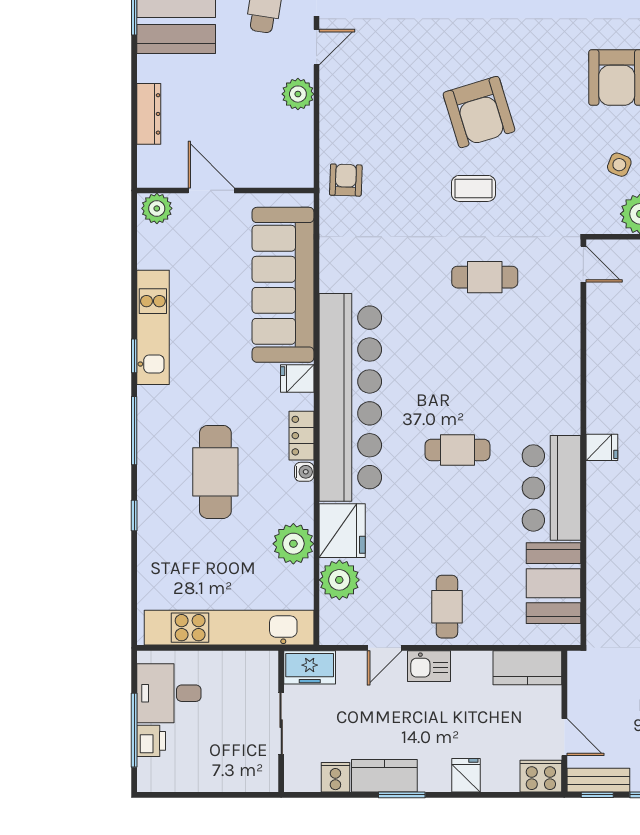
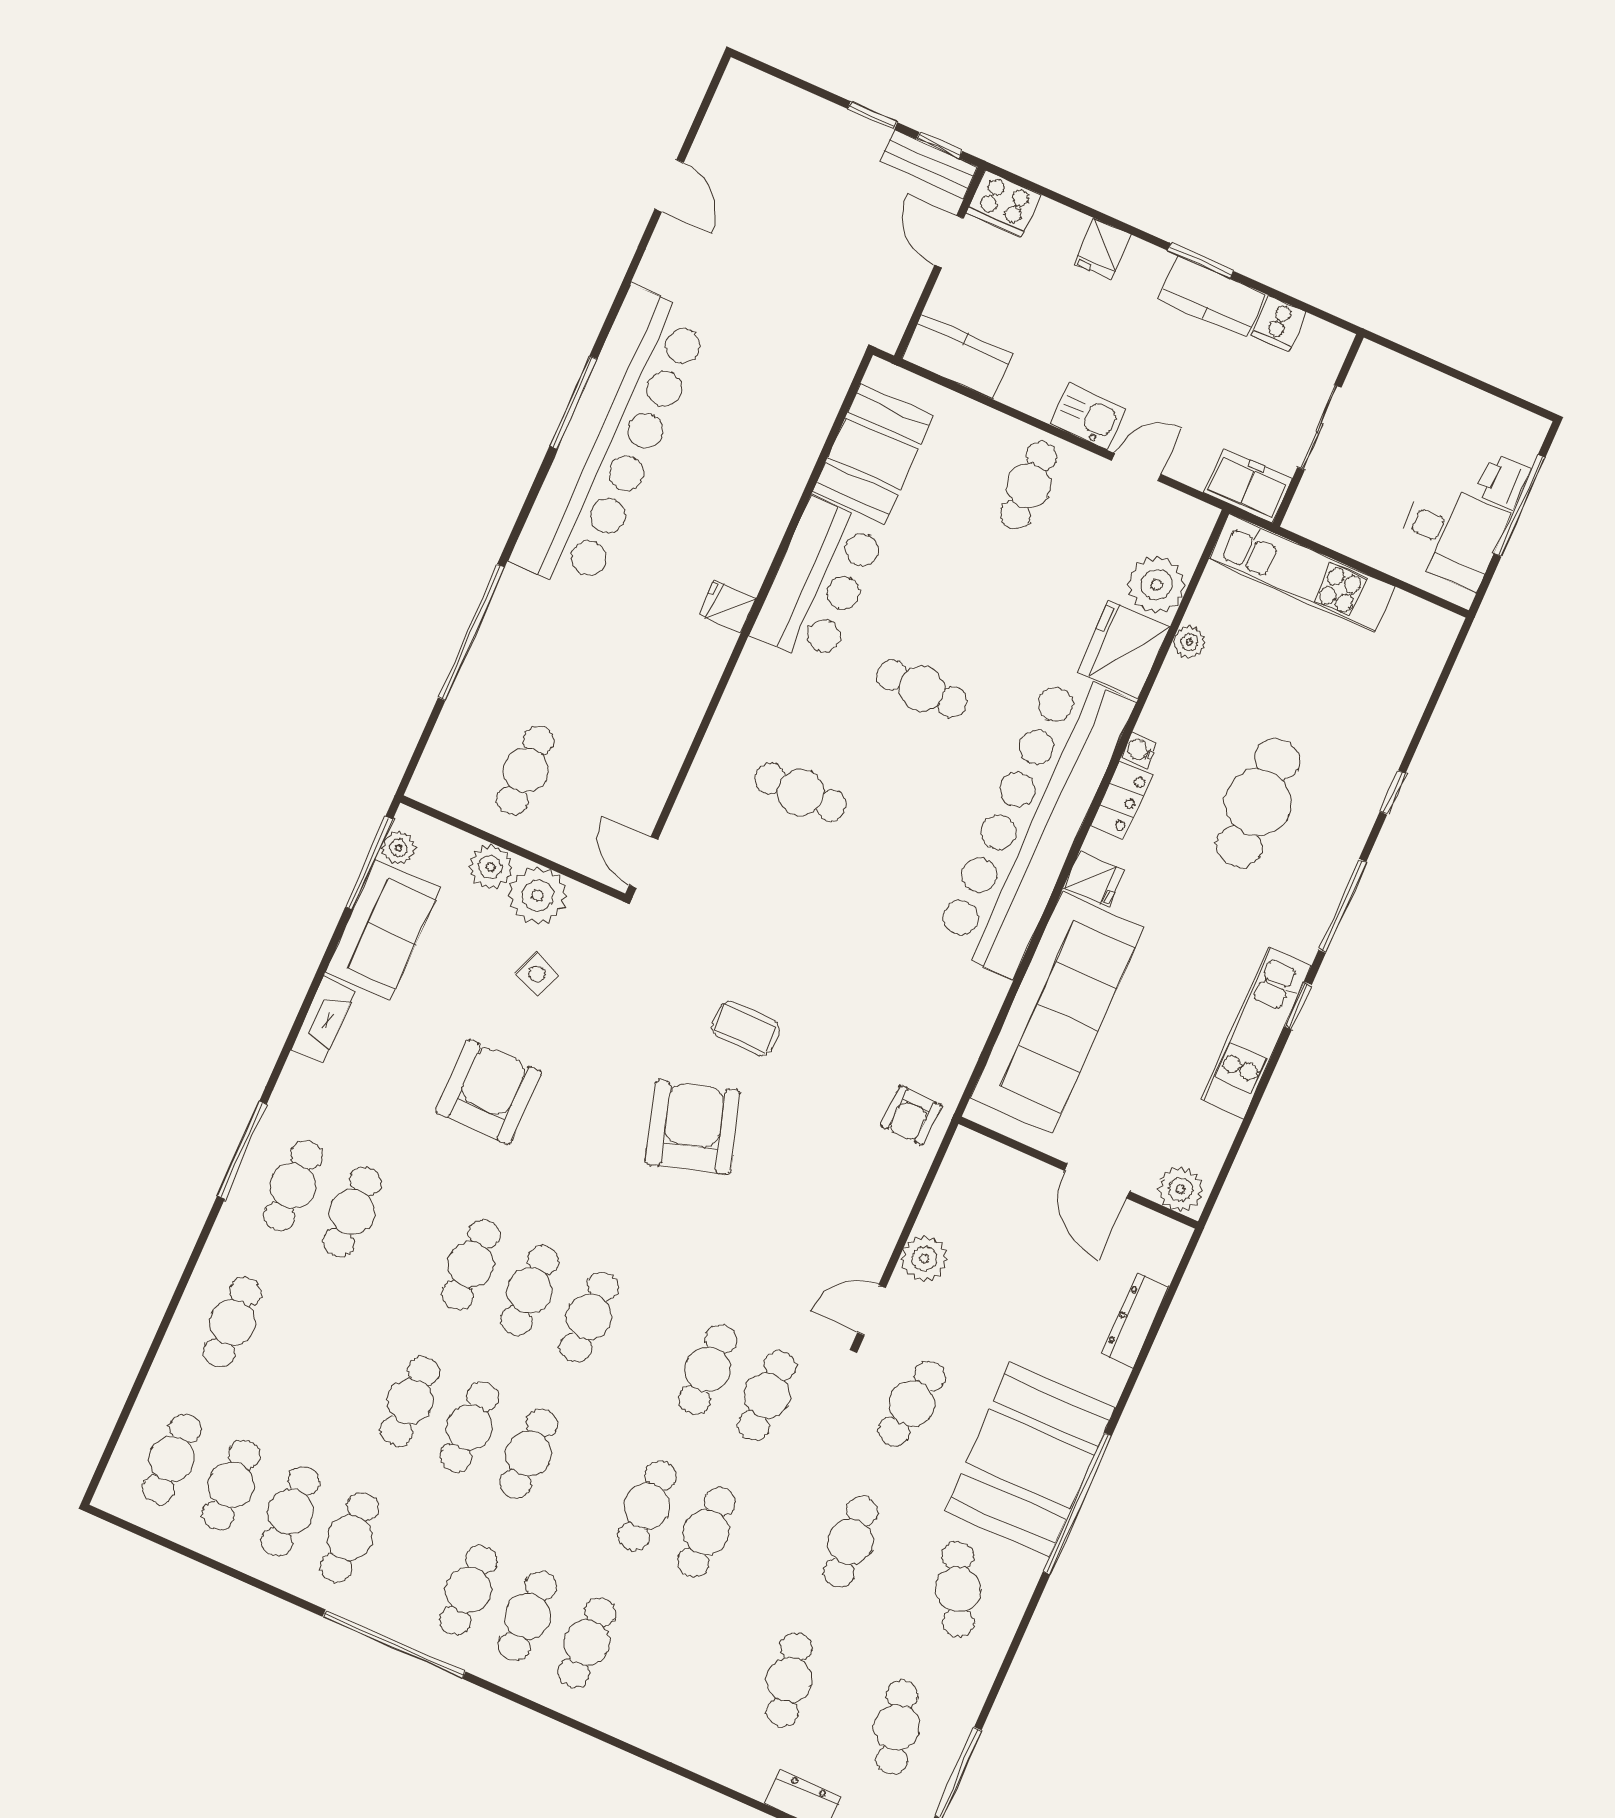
cafe table: (485, 277) -> (801, 792), moved
plant: (293, 544) -> (1189, 642), width x0.53, depth x0.53
kitchen unit: (229, 628) -> (1302, 573), width x0.73

